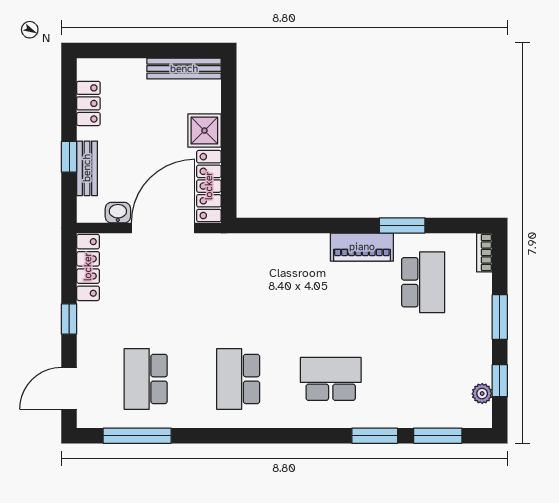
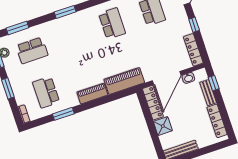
locker: (88, 103) -> (217, 121), width x1.53
window: (69, 157) -> (214, 83), moved
piano: (362, 247) -> (92, 94), moved
piano: (253, 251) -> (124, 81), added
school desk: (331, 379) -> (32, 50), moved
window: (375, 436) -> (65, 12), moved

